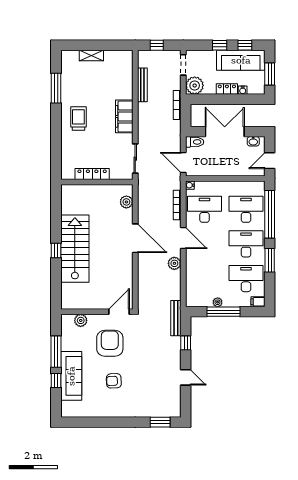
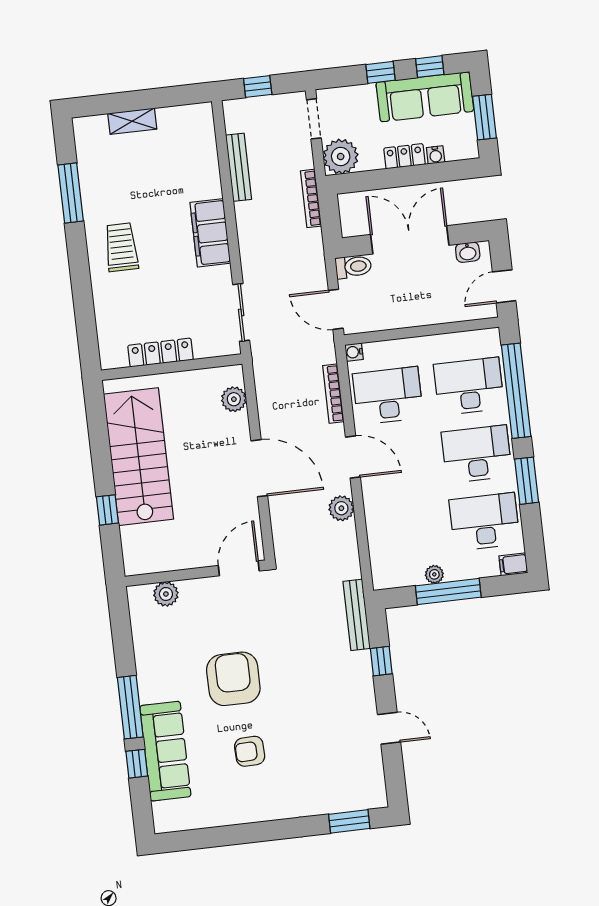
stairs: (75, 249) -> (138, 457), moved
wall: (97, 312) -> (195, 573), moved
door: (119, 312) -> (239, 568), moved
plant: (81, 320) -> (166, 594), moved

